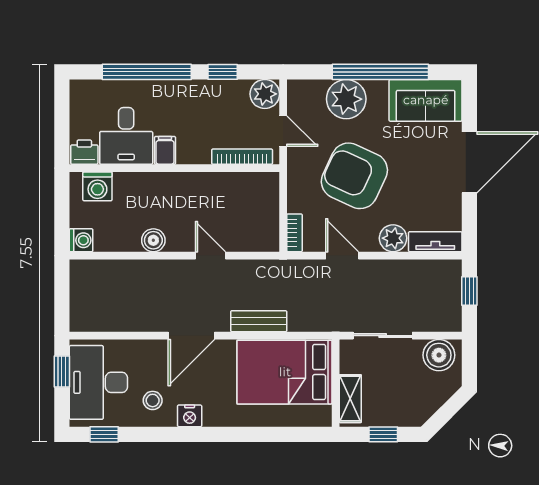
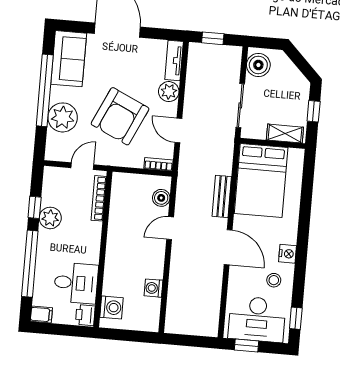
plant: (265, 94) -> (50, 218), moved
filing cabinet: (165, 150) -> (41, 315), moved, turned 180
washing machine: (81, 240) -> (153, 288), moved, turned -90
boiler: (153, 240) -> (161, 198), moved
door: (342, 256) -> (178, 130), hinge flipped

